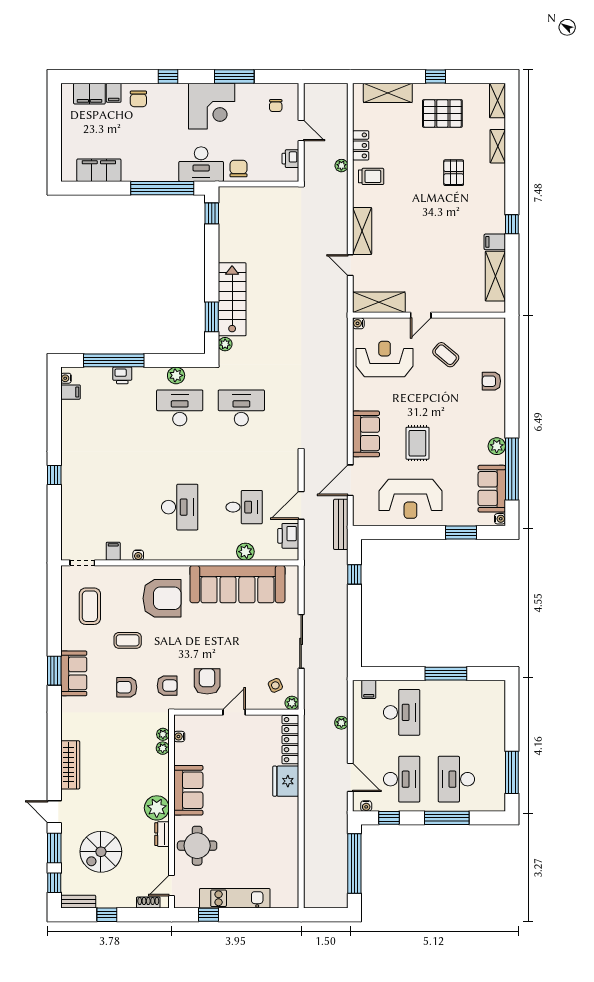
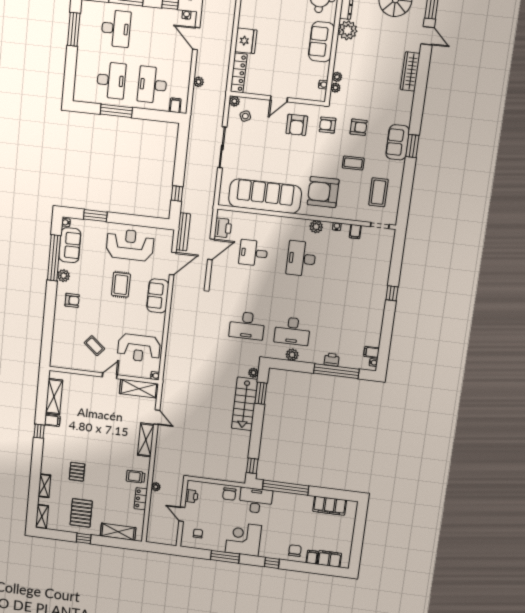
pallet: (442, 113) -> (81, 513), turned 90
armchair: (491, 381) -> (72, 300), moved
plant: (245, 552) -> (316, 227), moved
desk: (402, 779) -> (111, 80), moved, turned 180

